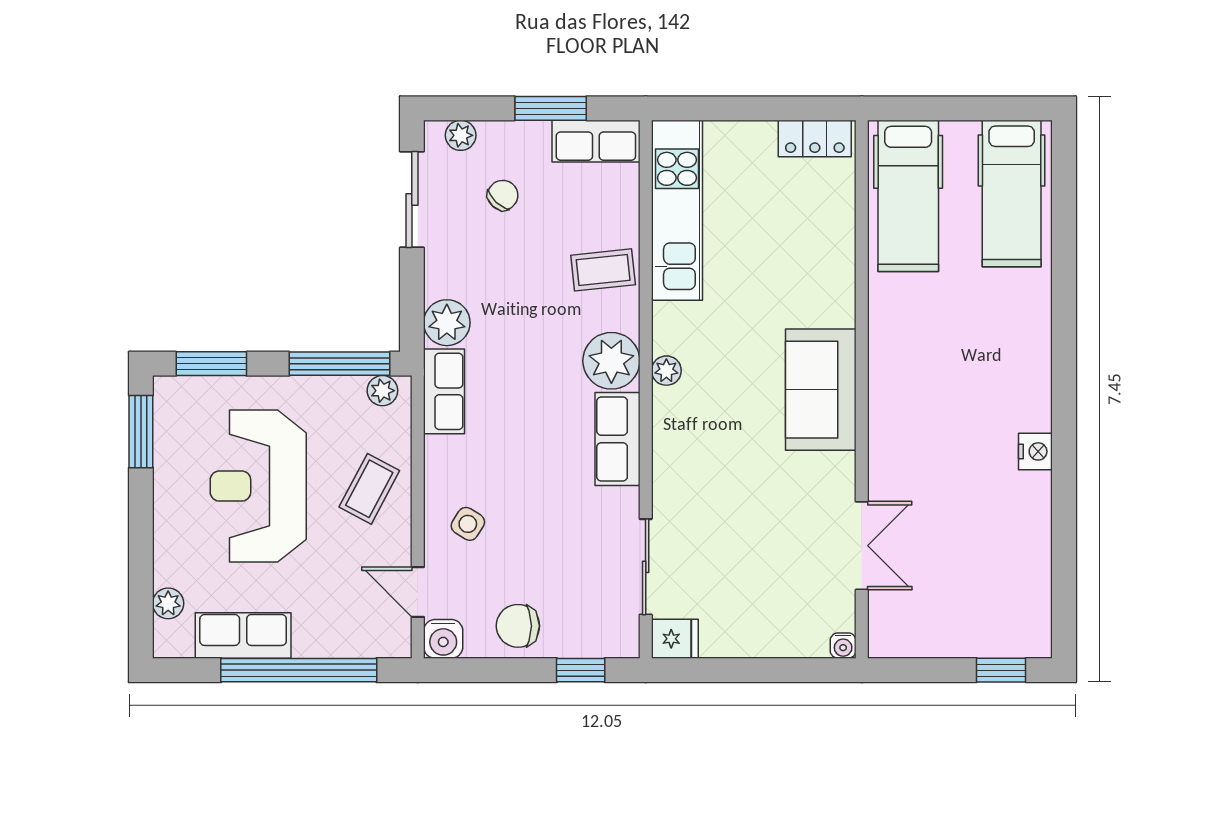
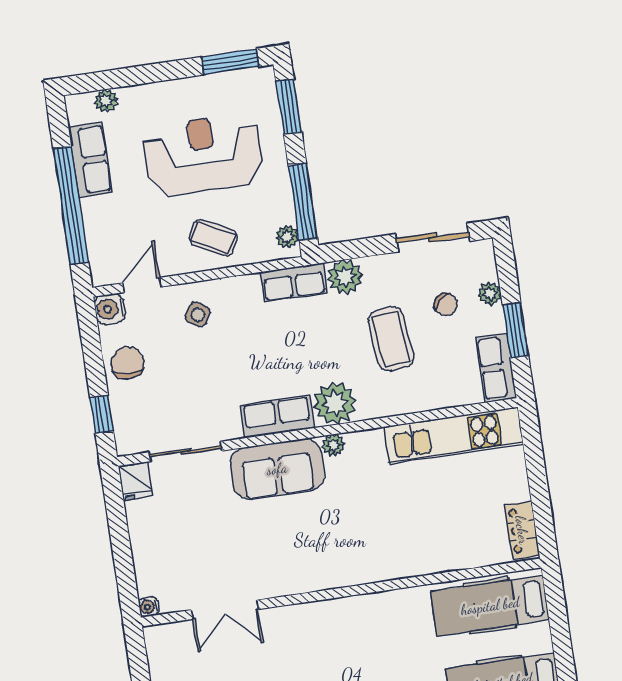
plant: (461, 135) -> (490, 294), moved
coffee table: (603, 270) -> (391, 339), moved, width x1.36, depth x1.30
sofa: (821, 390) -> (277, 469), moved, turned 180

